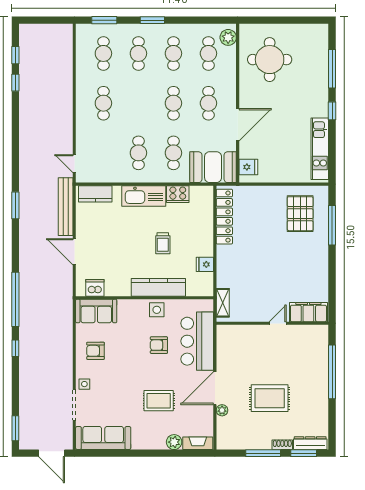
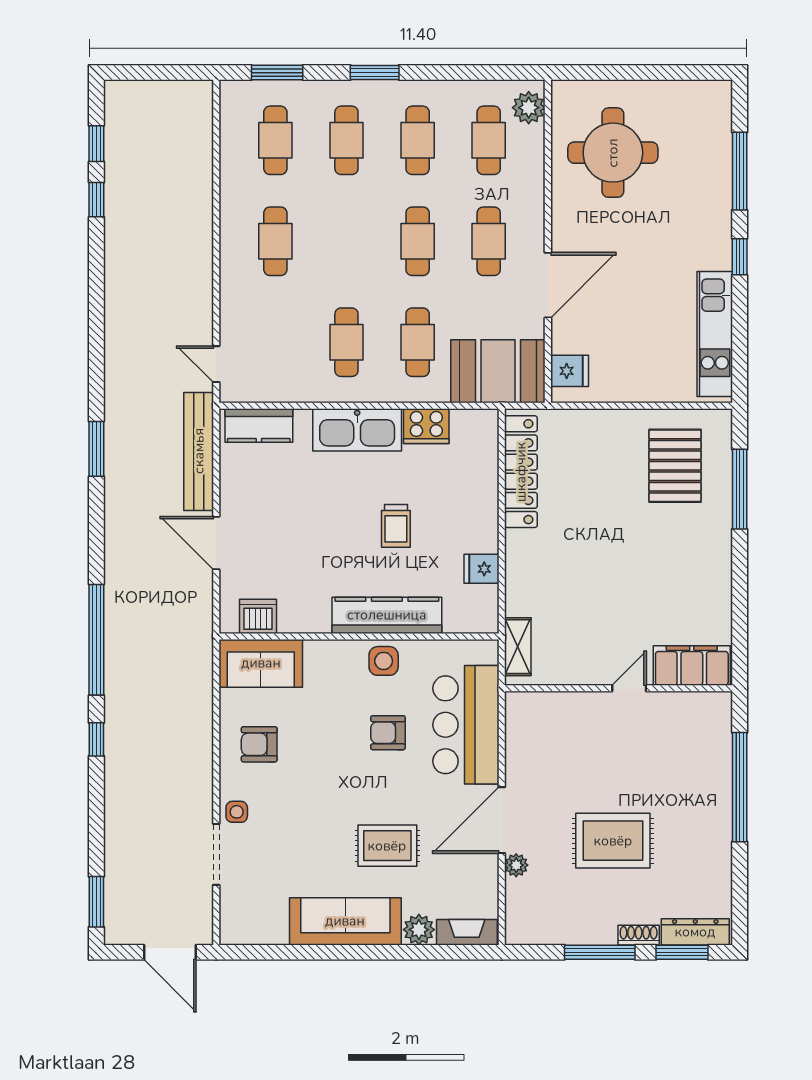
sofa: (103, 438) -> (345, 921), moved

